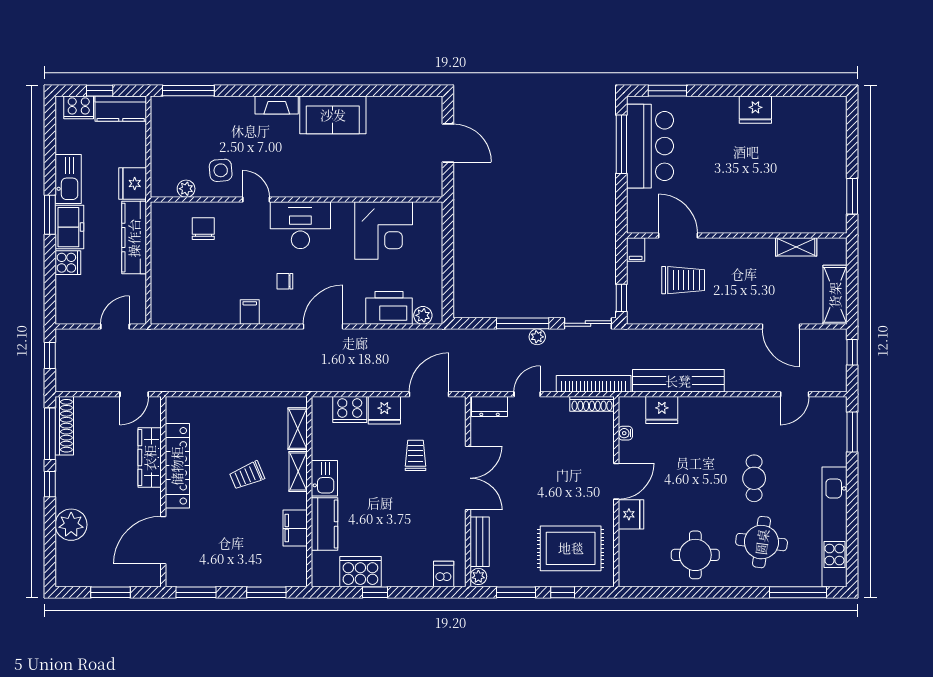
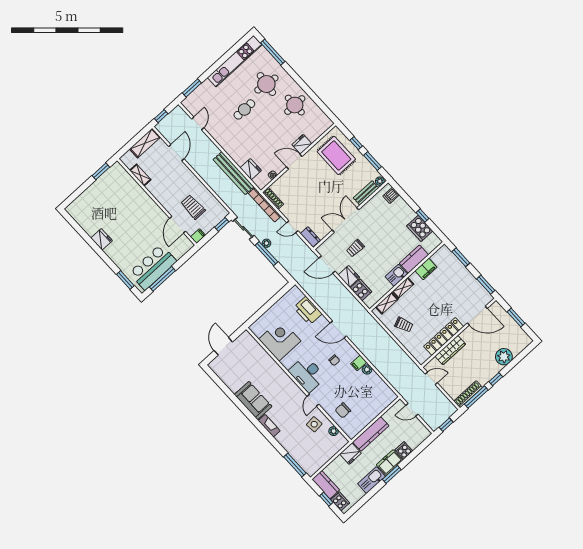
plant: (423, 315) -> (367, 369), moved
door: (795, 394) -> (198, 123), hinge flipped
trolley: (247, 475) -> (404, 325), moved

